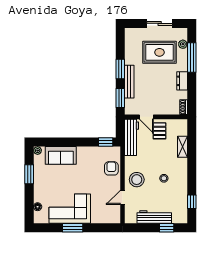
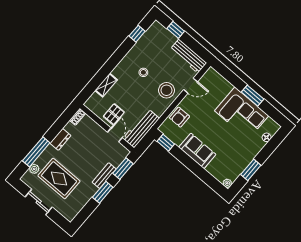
bench: (129, 82) -> (104, 176), width x0.73
sofa: (61, 155) -> (197, 151), moved
workbench: (154, 217) -> (188, 56), moved

